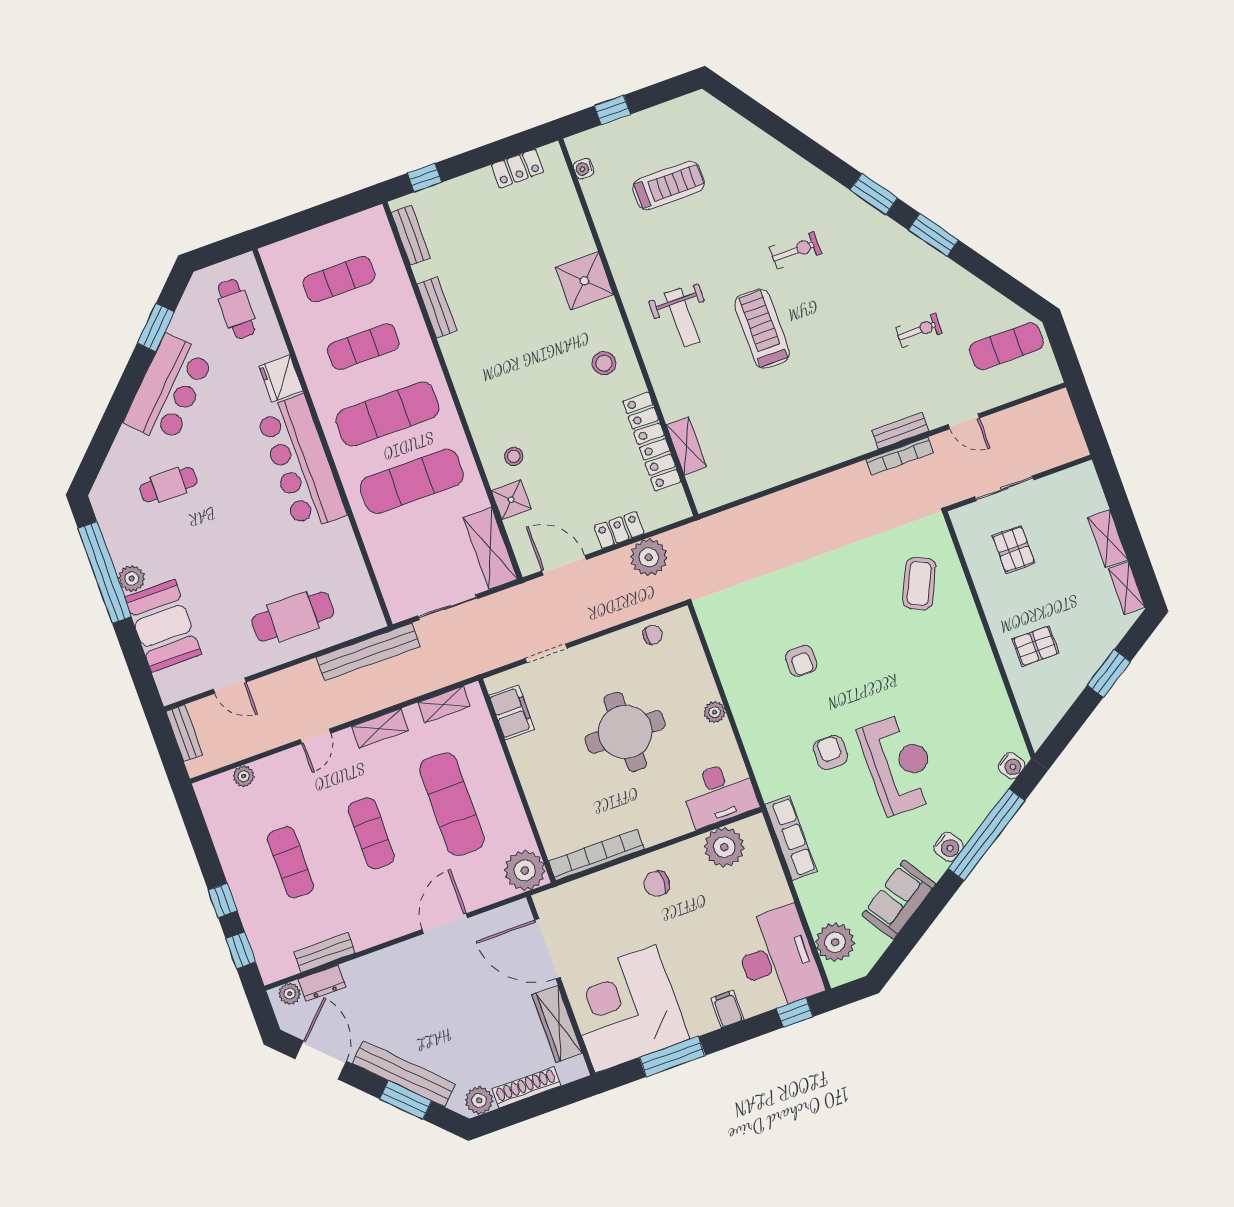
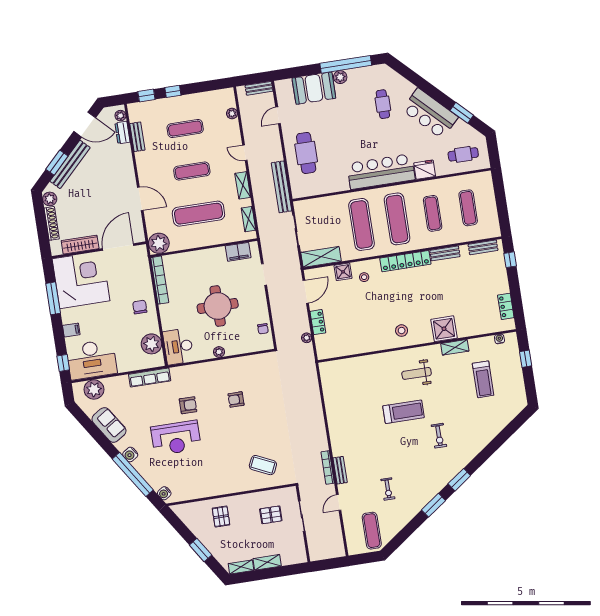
locker: (652, 441) -> (405, 261), moved, turned 180
shelving: (686, 446) -> (455, 347), moved
plant: (649, 557) -> (307, 338), width x0.53, depth x0.53

